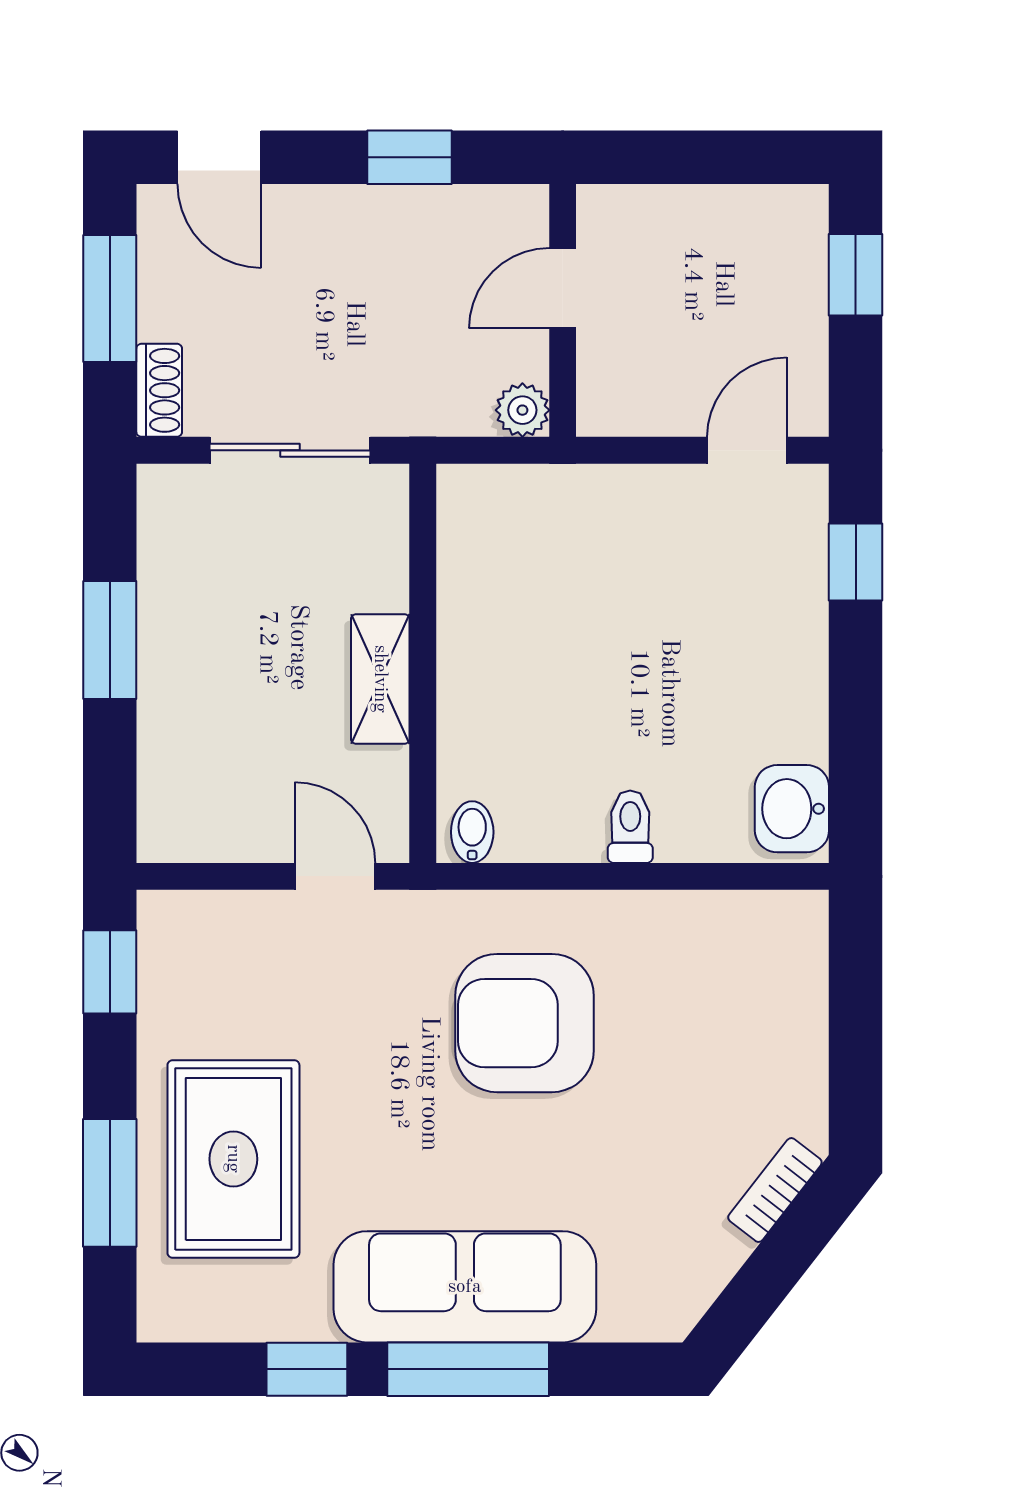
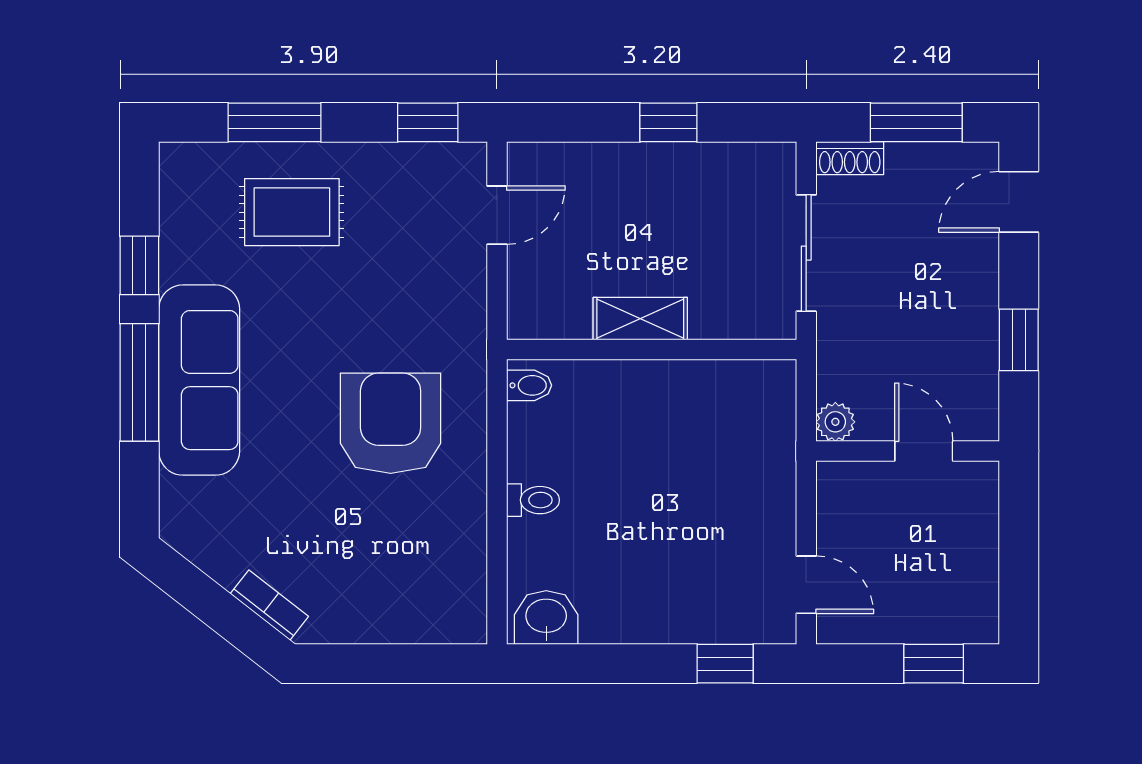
window: (110, 640) -> (668, 122), width x0.67
door: (335, 876) -> (497, 215), moved
rug: (233, 1159) -> (292, 212), width x0.73, depth x0.70

